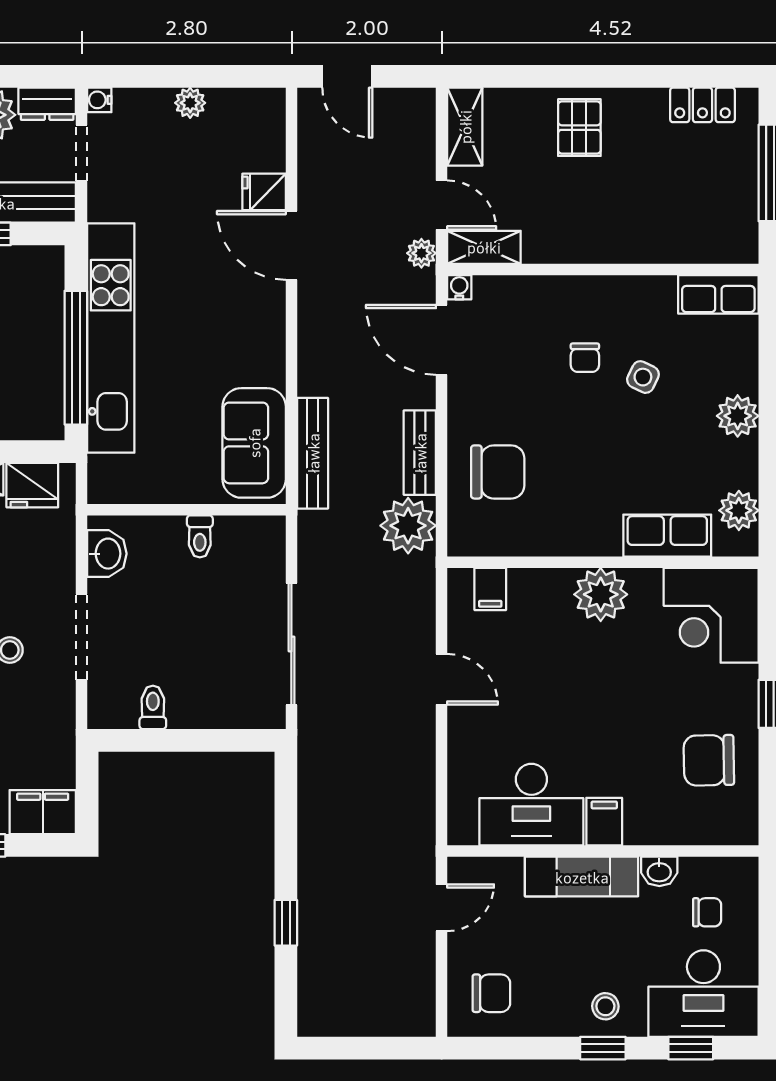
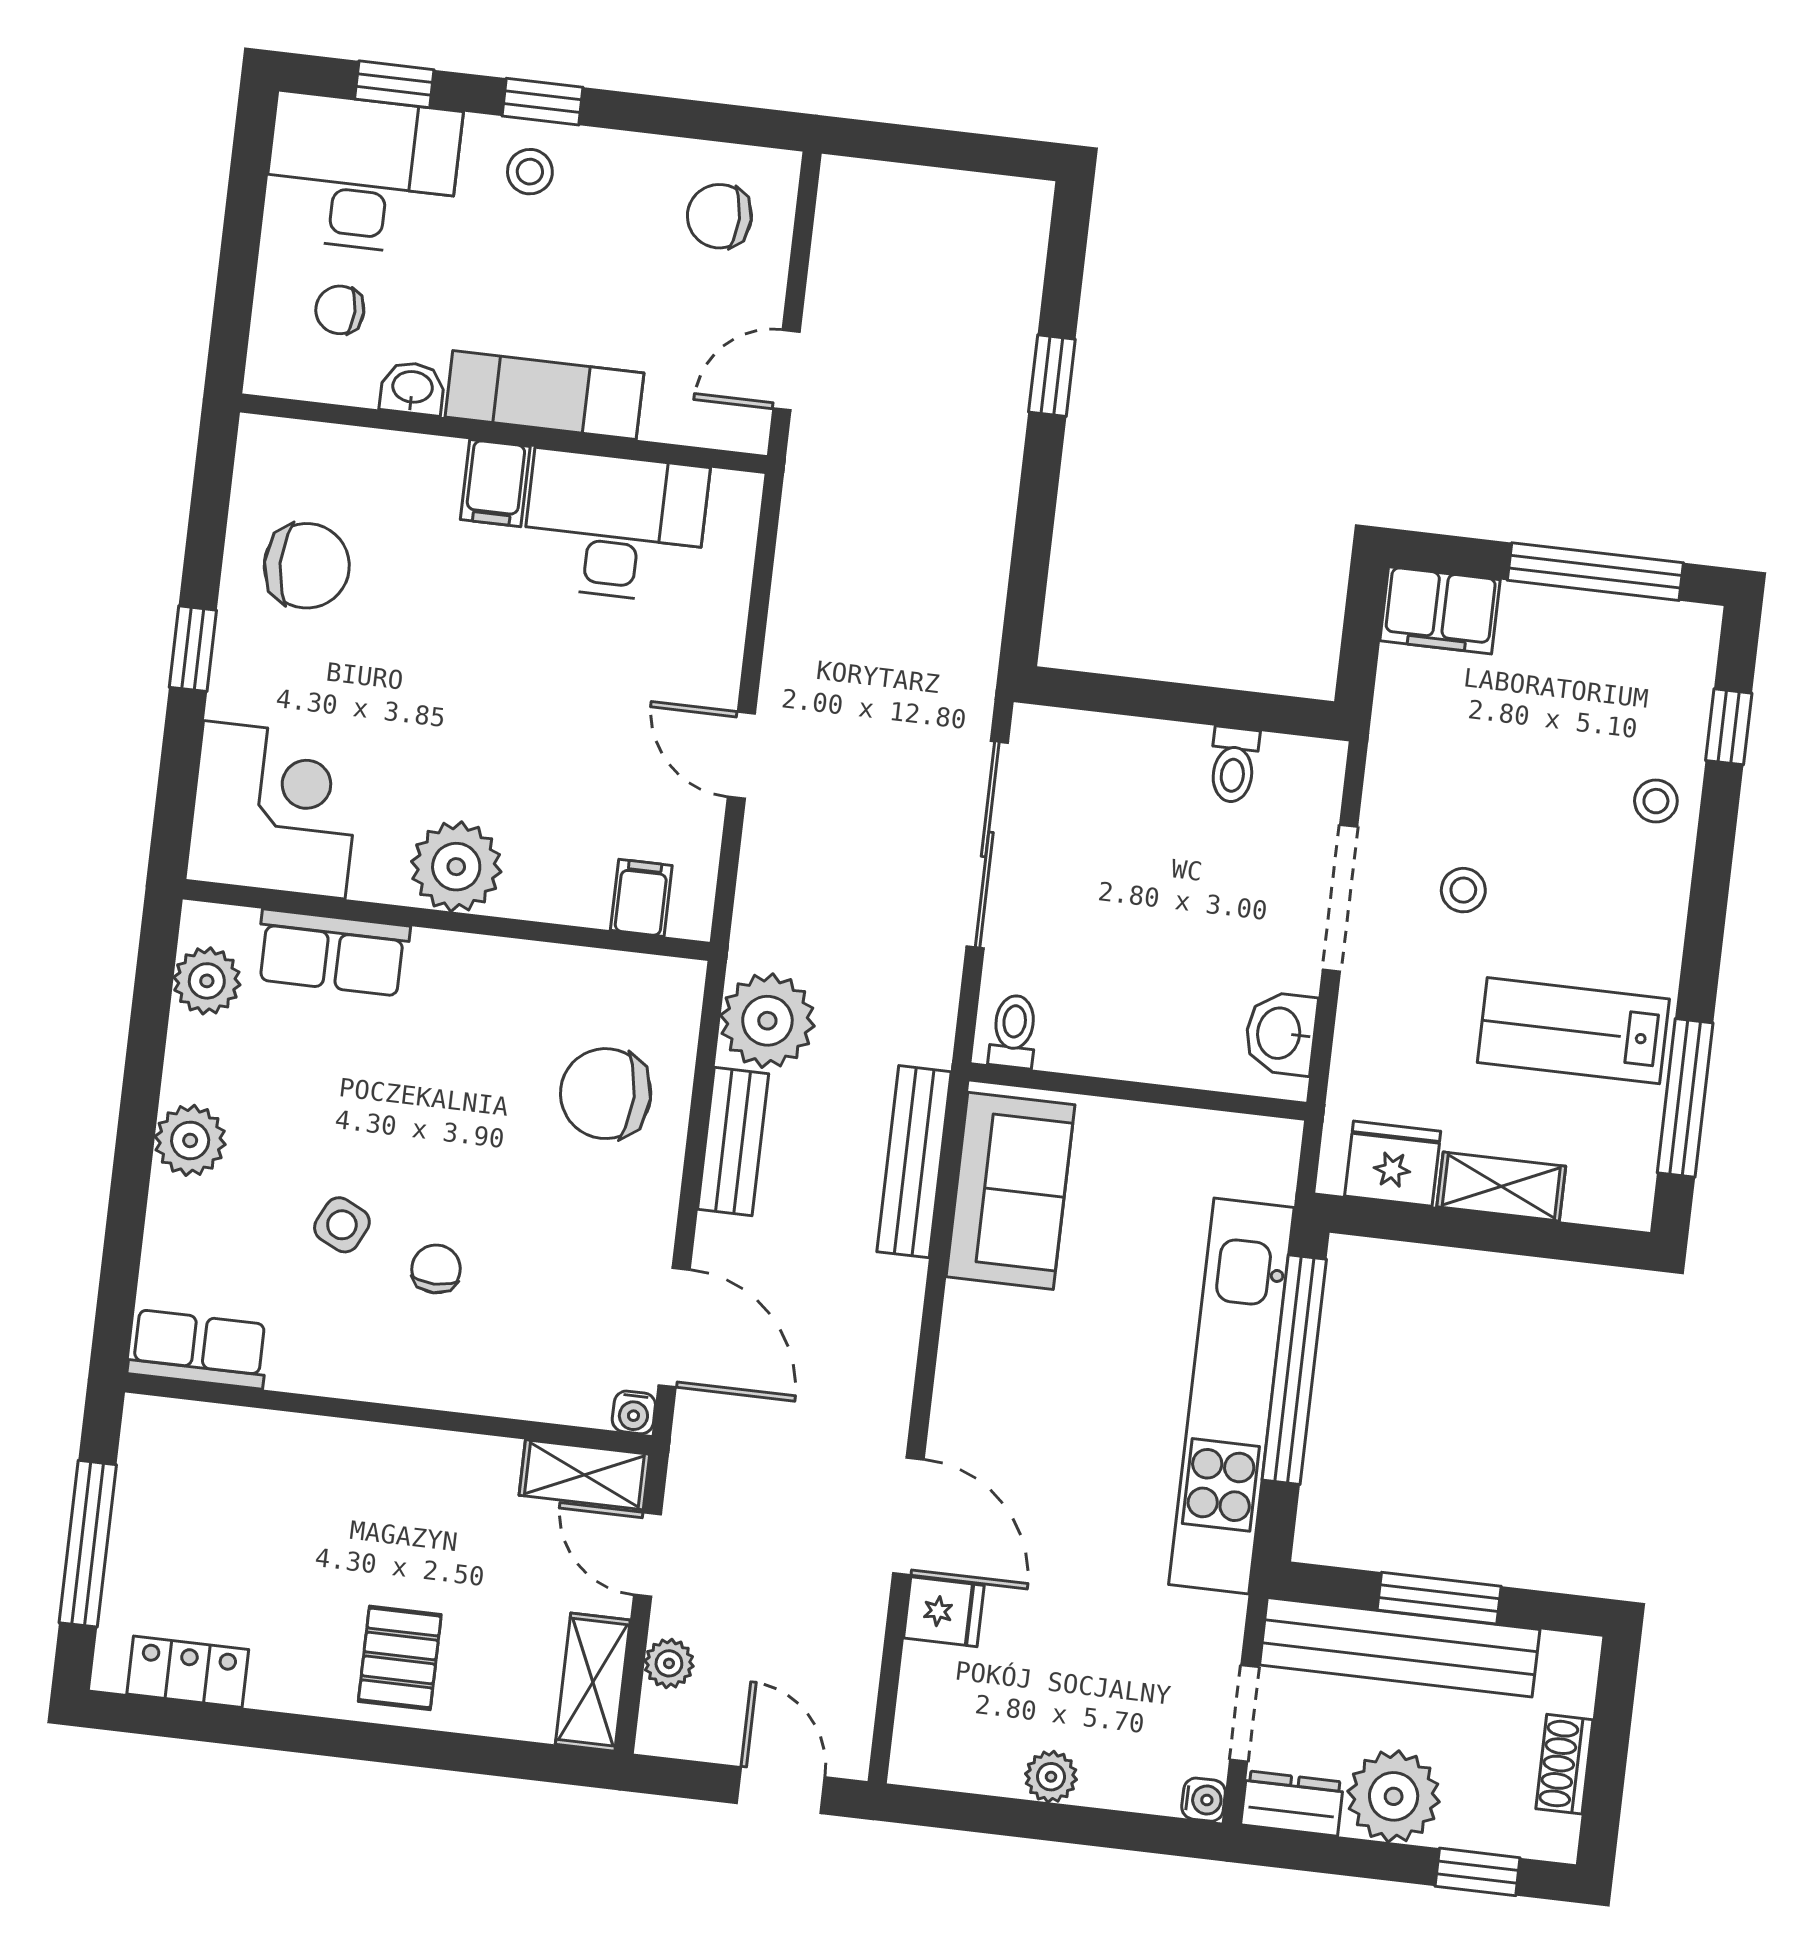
plant: (421, 253) -> (669, 1663), moved
toilet: (200, 536) -> (1014, 1031), moved

